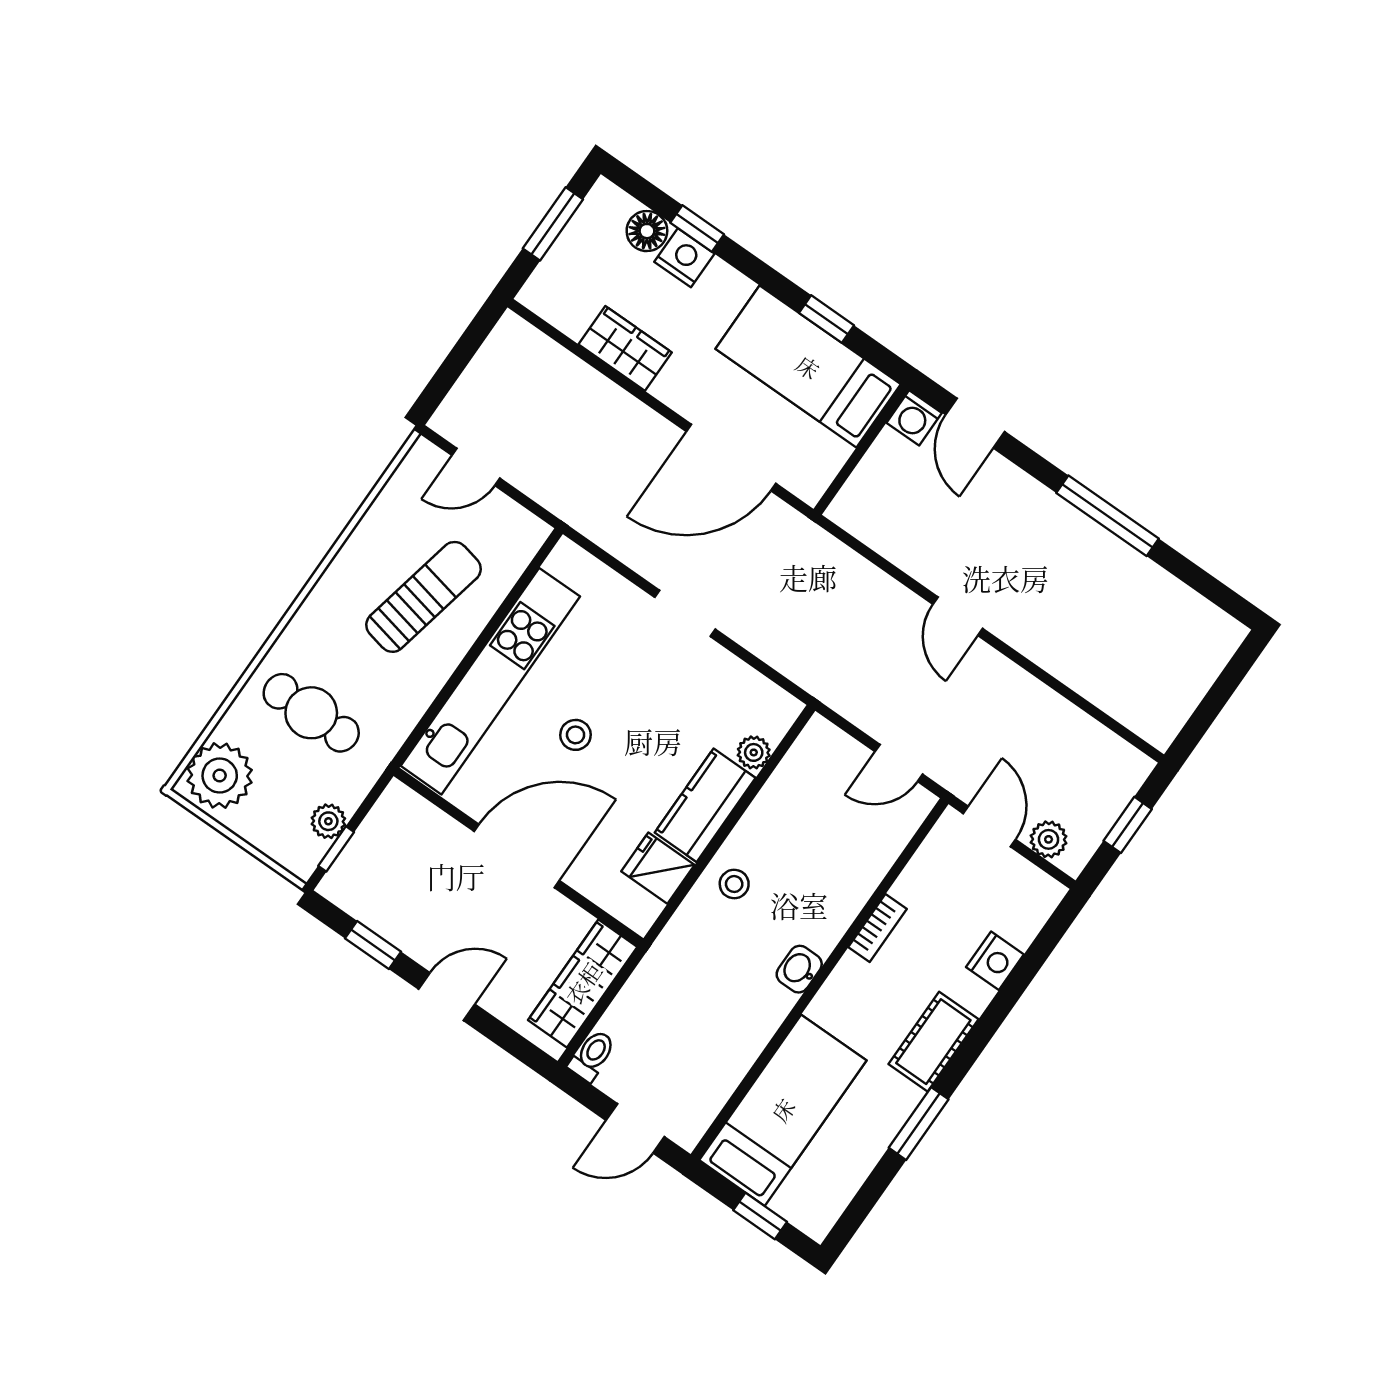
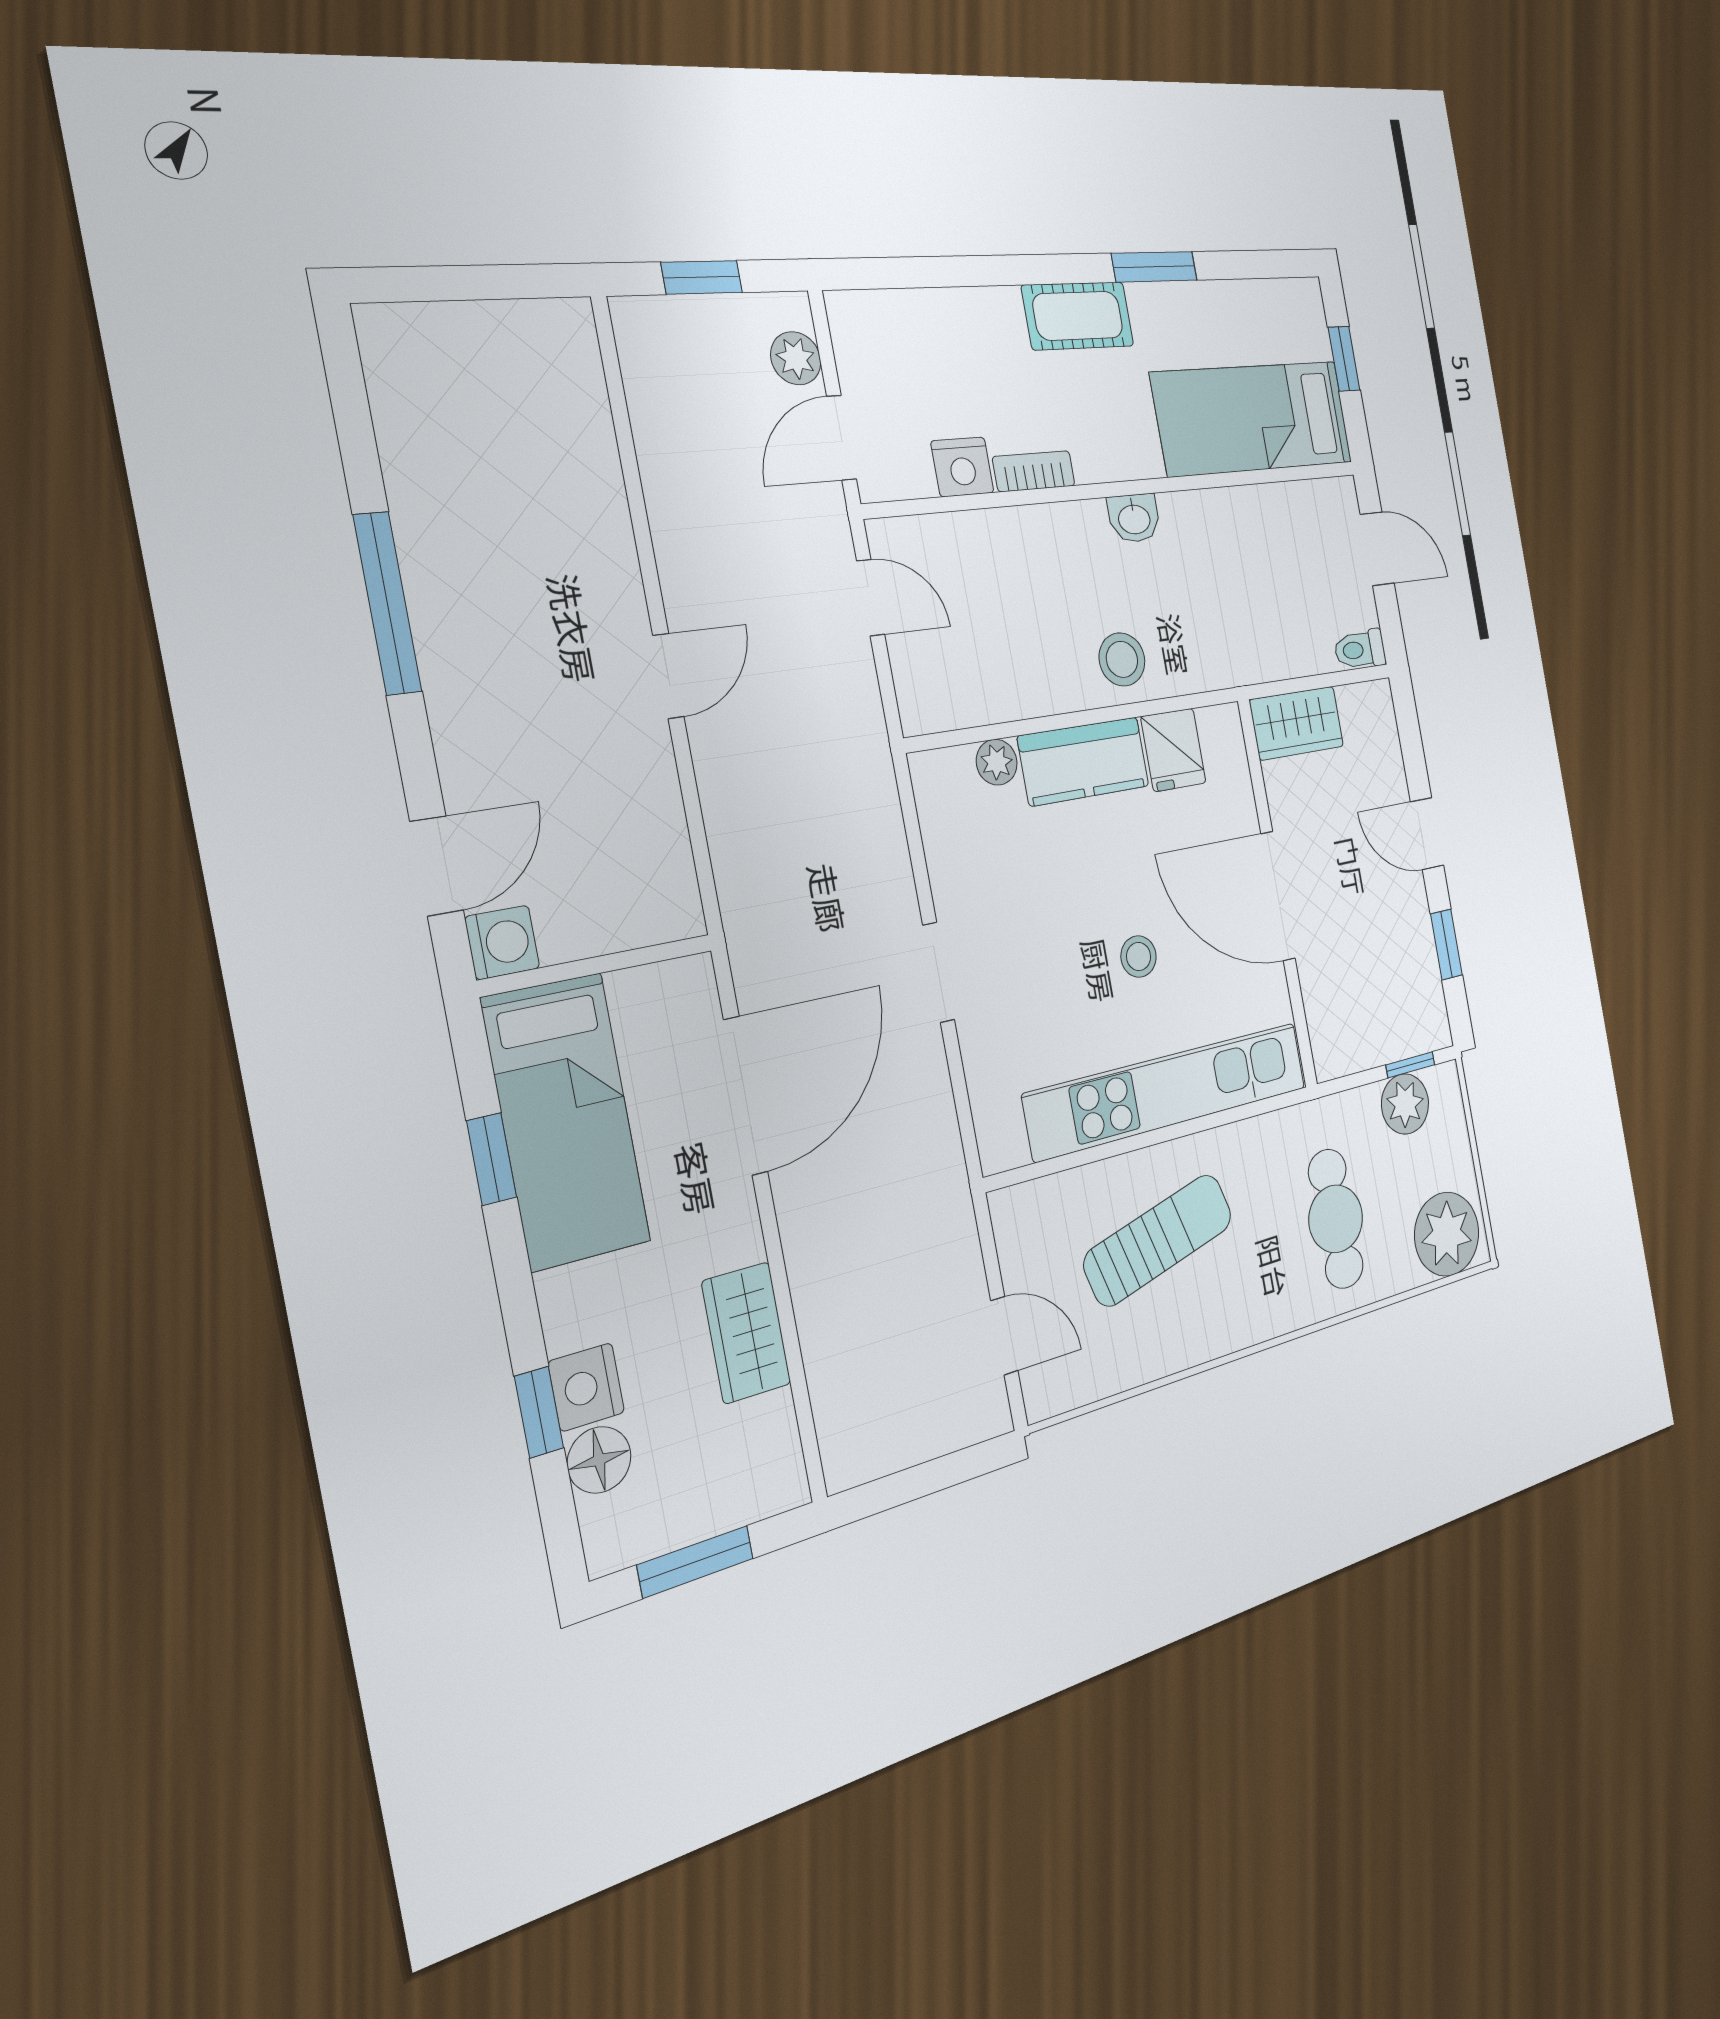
door: (731, 458) -> (746, 1096), hinge flipped
sun lounger: (424, 597) -> (1159, 1240), turned 153
plant: (328, 821) -> (1405, 1104), width x1.38, depth x1.38
stool: (734, 884) -> (1122, 659), width x1.37, depth x1.37
nightstand: (995, 961) -> (962, 467), moved, turned 180
wardrobe: (583, 983) -> (1297, 723), width x0.67

